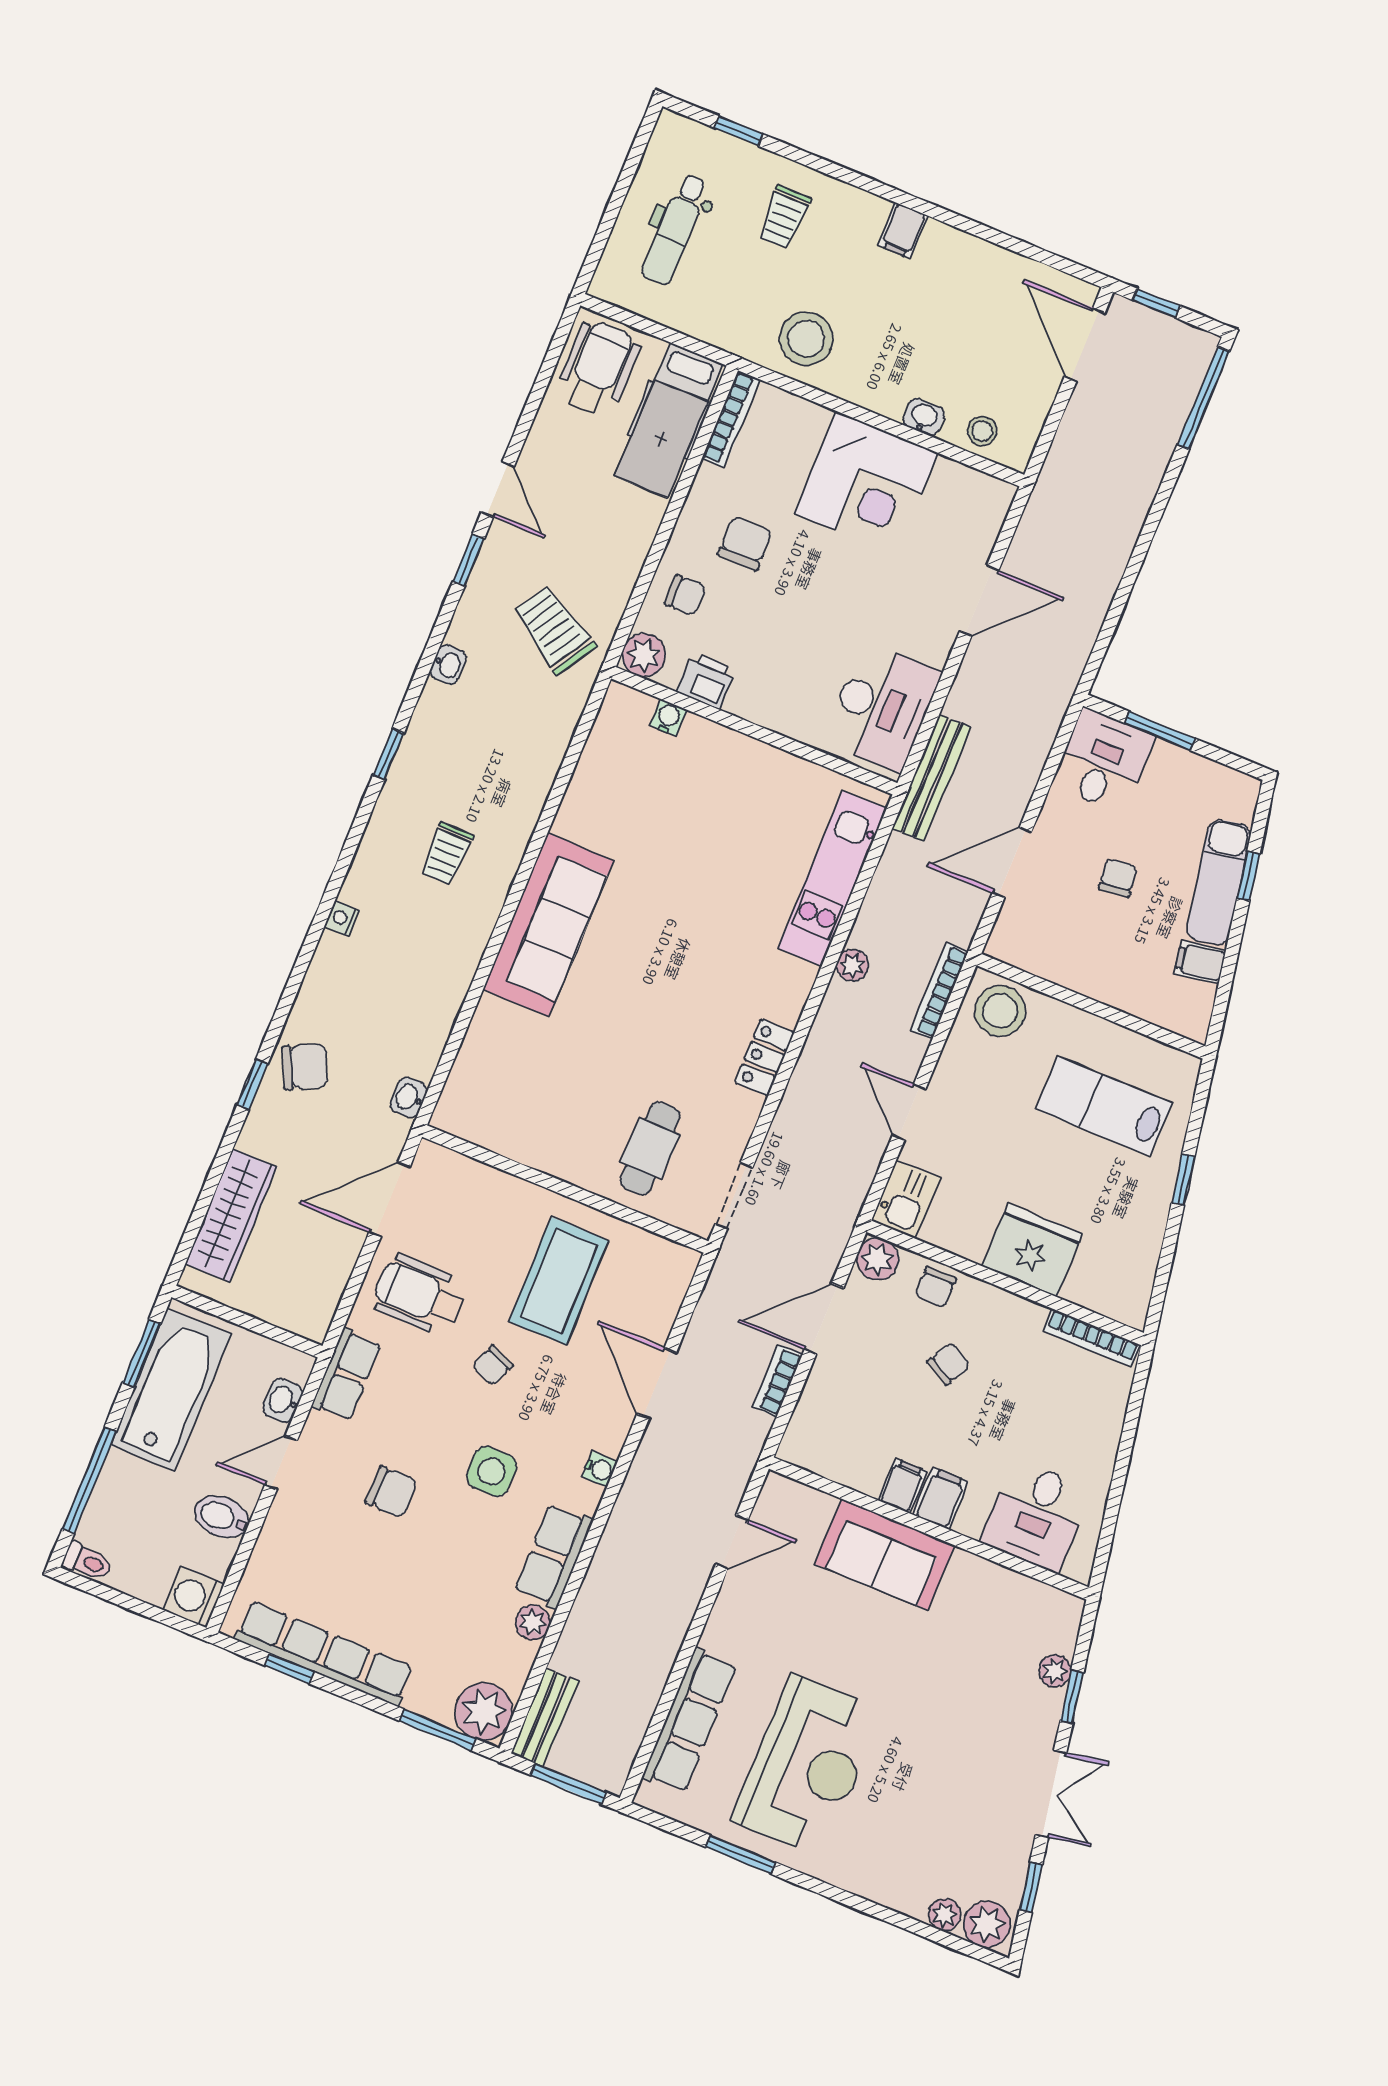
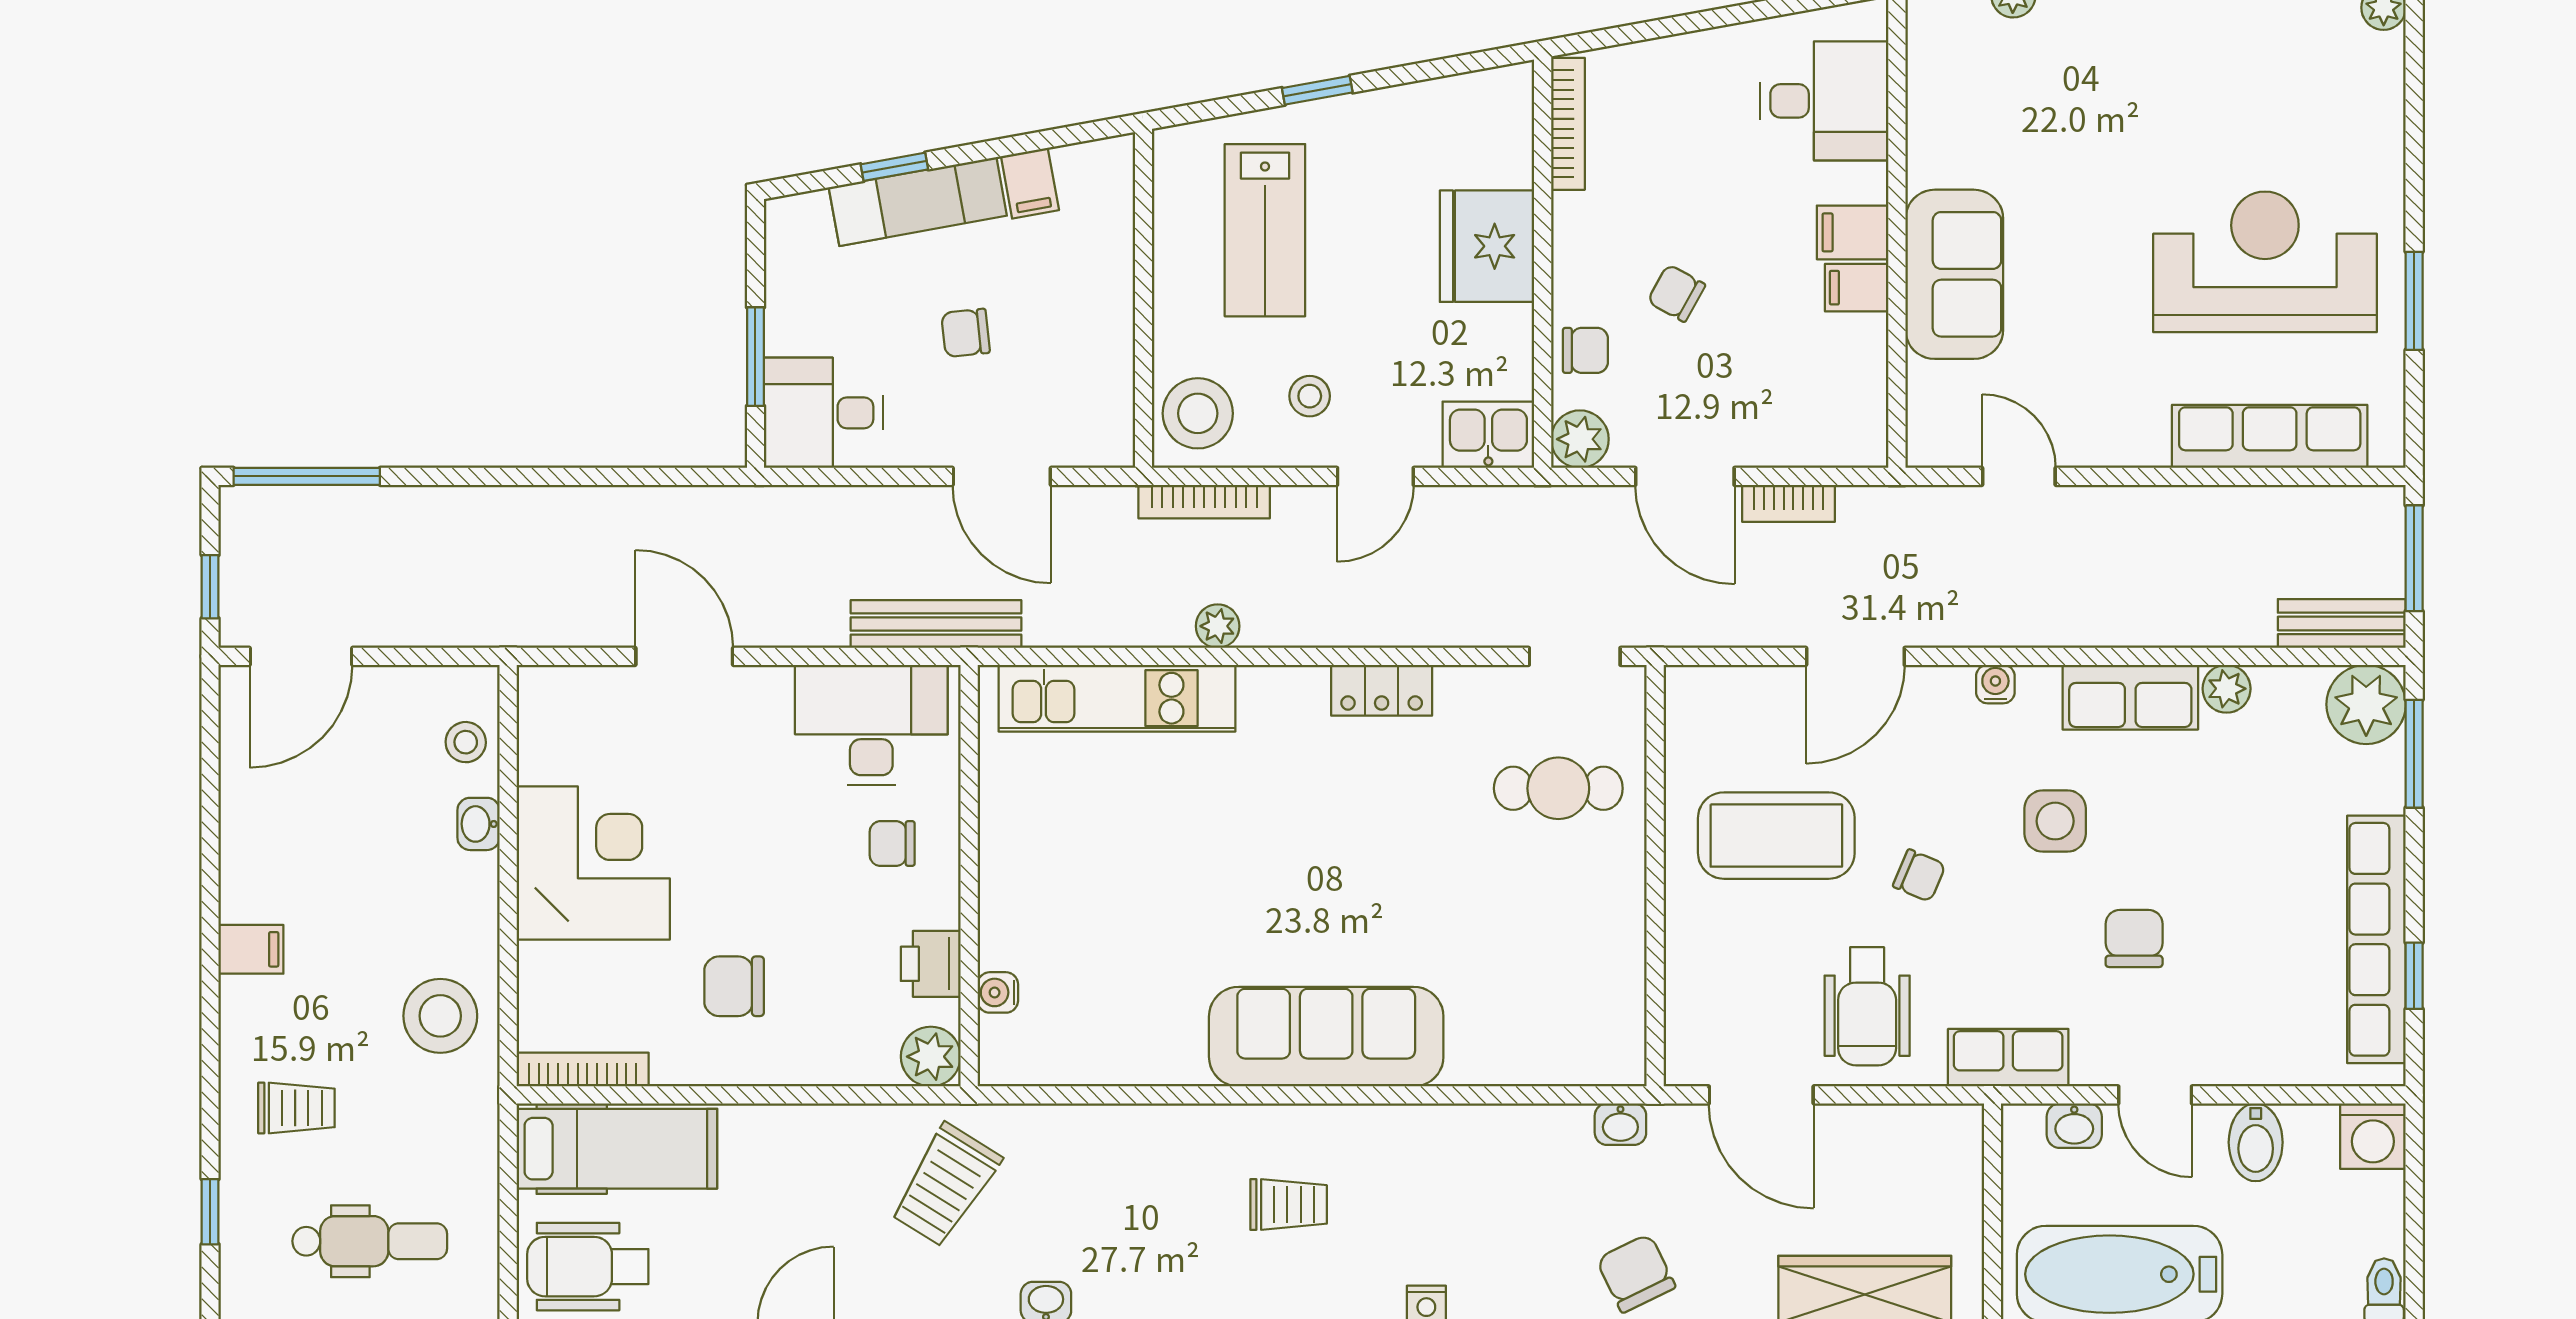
chair: (685, 595) -> (892, 844), moved, turned -90
stool: (981, 1090) -> (1310, 396), added

